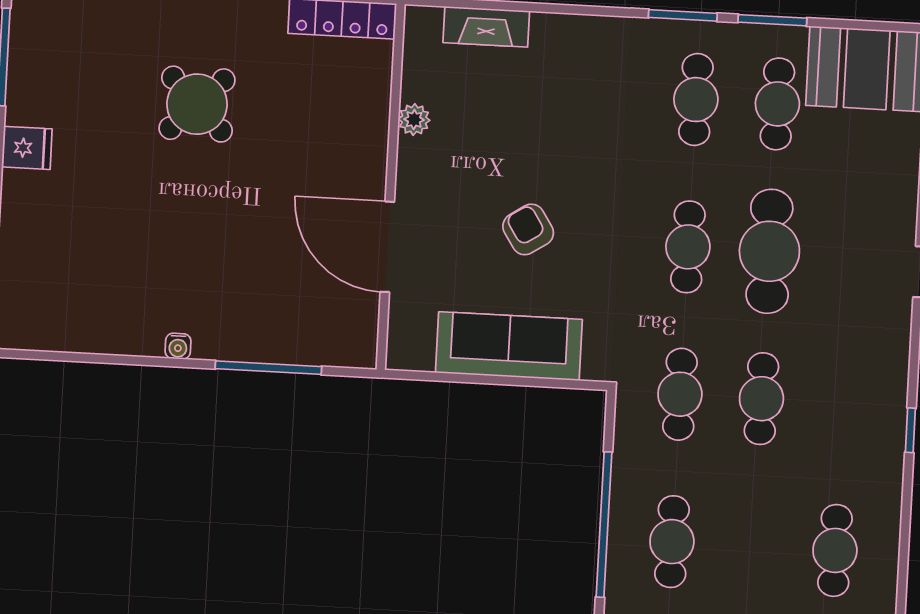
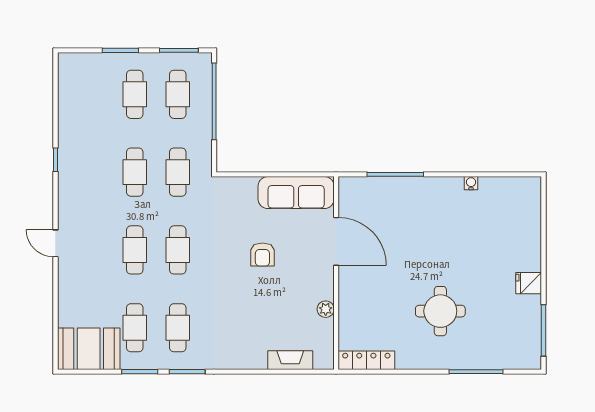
round table: (197, 104) -> (440, 311), turned 45
armchair: (528, 229) -> (262, 255), turned 33
cafe table: (769, 251) -> (135, 250), width x0.73, depth x0.74
water cooler: (178, 346) -> (471, 183), moved
sofa: (509, 346) -> (296, 193), moved
cafe table: (835, 550) -> (135, 94), moved

